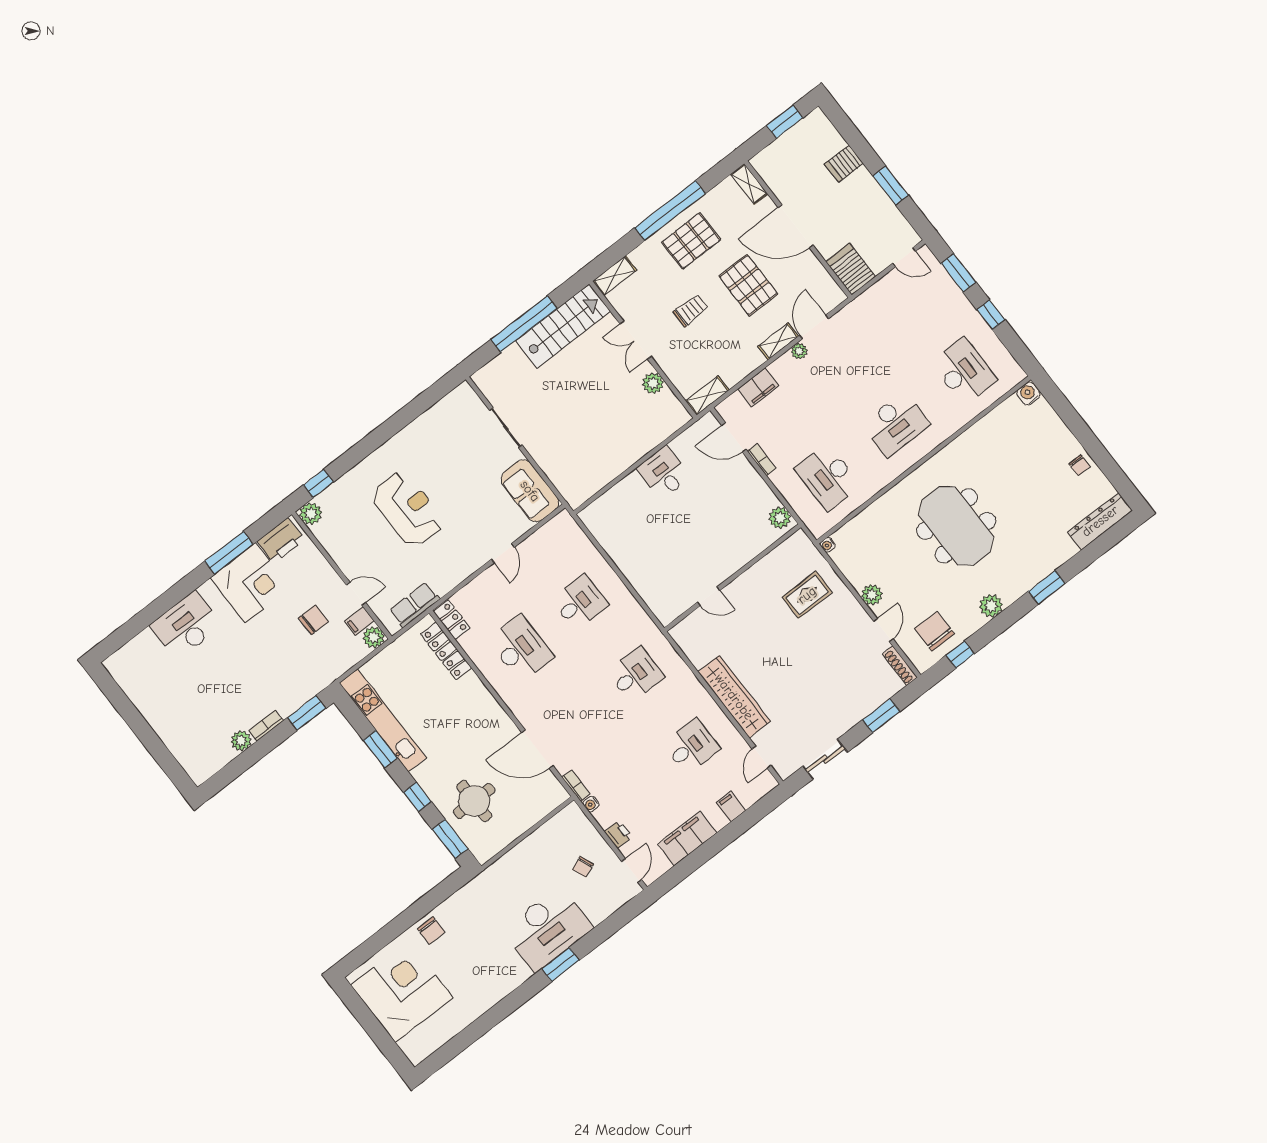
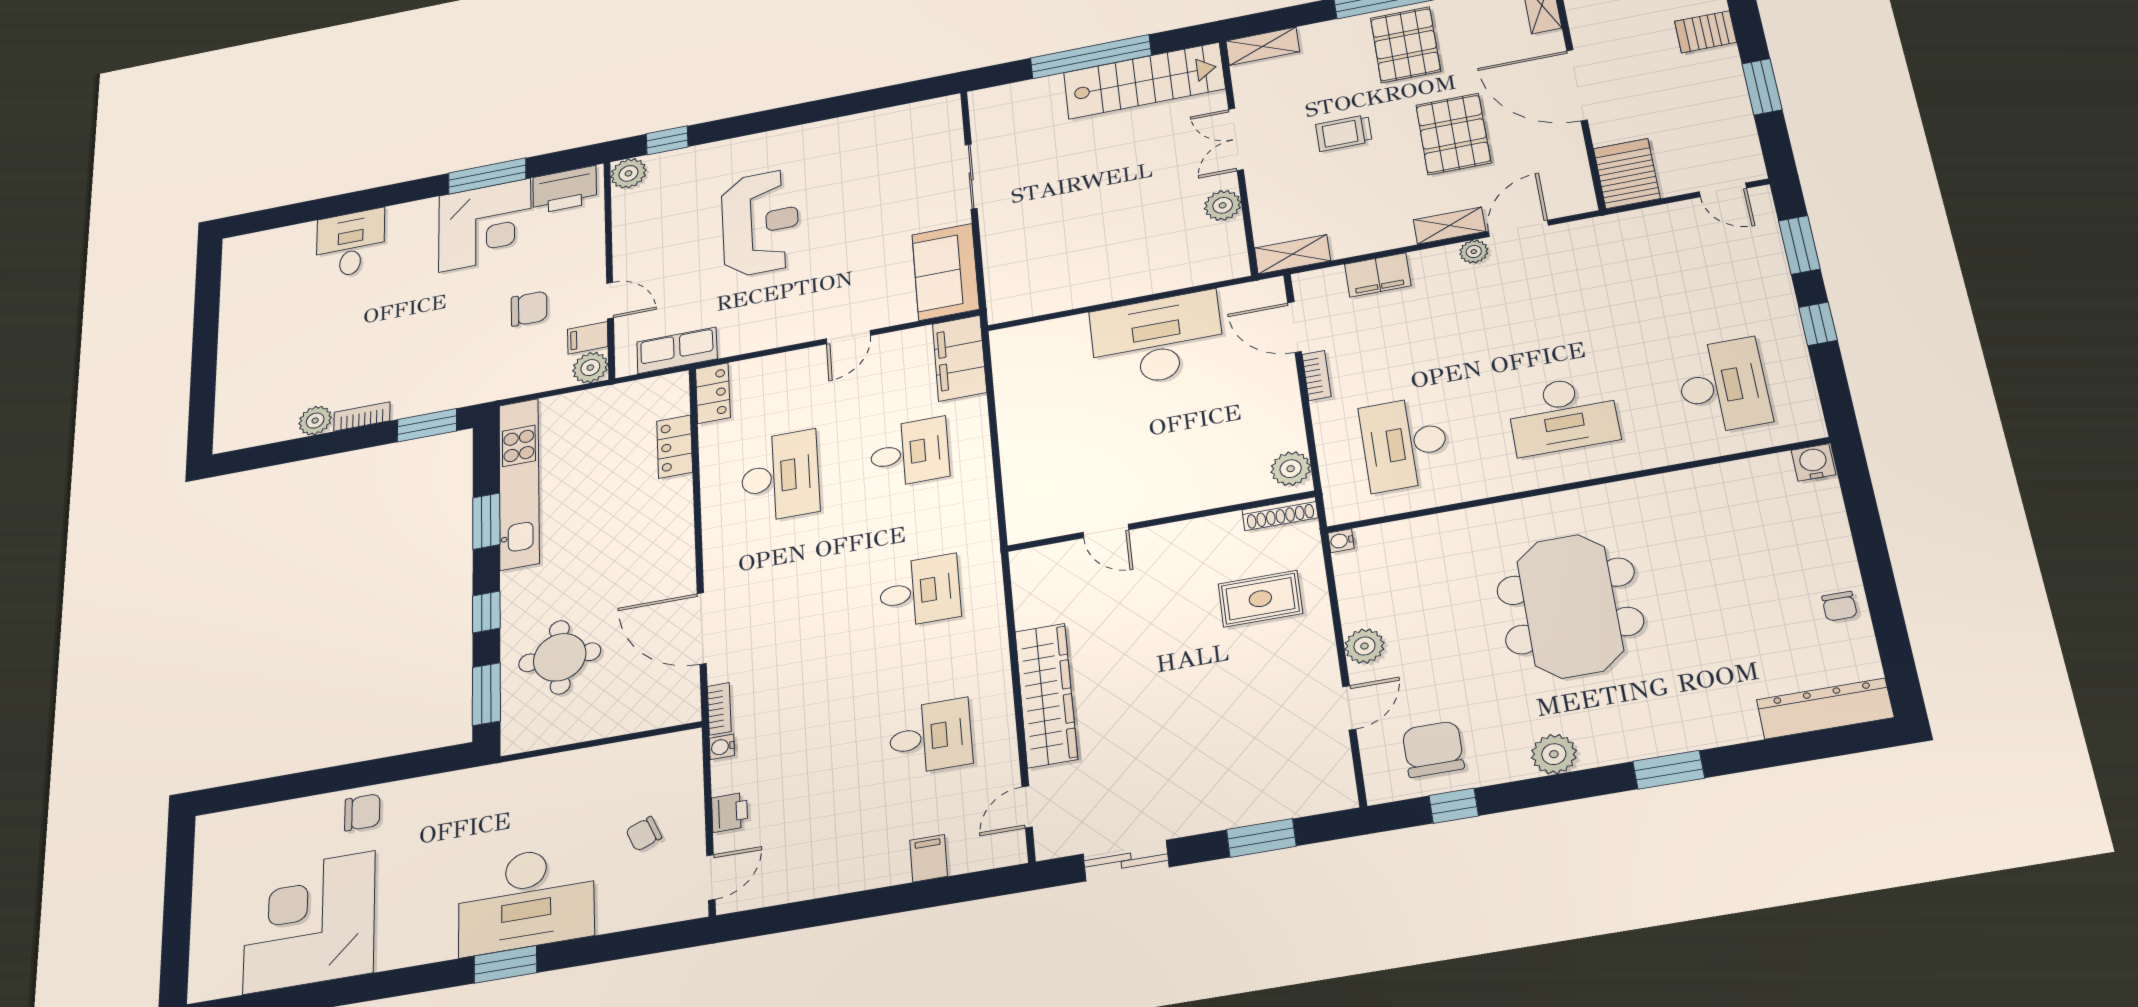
pallet: (691, 241) -> (1405, 45), turned 90
trolley: (691, 310) -> (1344, 133), turned 180
desk: (664, 473) -> (1157, 340), width x1.87, depth x1.30
desk: (186, 625) -> (350, 244), width x0.73
locker: (446, 651) -> (675, 447), width x0.66
shoe rack: (900, 666) -> (1280, 514), moved, turned -90
filing cabinet: (687, 838) -> (959, 358), moved, turned -90
chair: (431, 930) -> (362, 812), turned -90
corner desk: (402, 991) -> (309, 922), moved, turned -90

